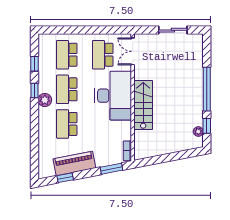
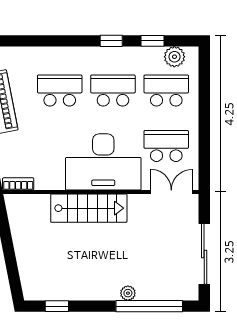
sliding door: (173, 30) -> (204, 254), width x1.37
window: (207, 89) -> (149, 306), moved
plant: (45, 100) -> (174, 57), moved
plant: (198, 131) -> (128, 293), moved

